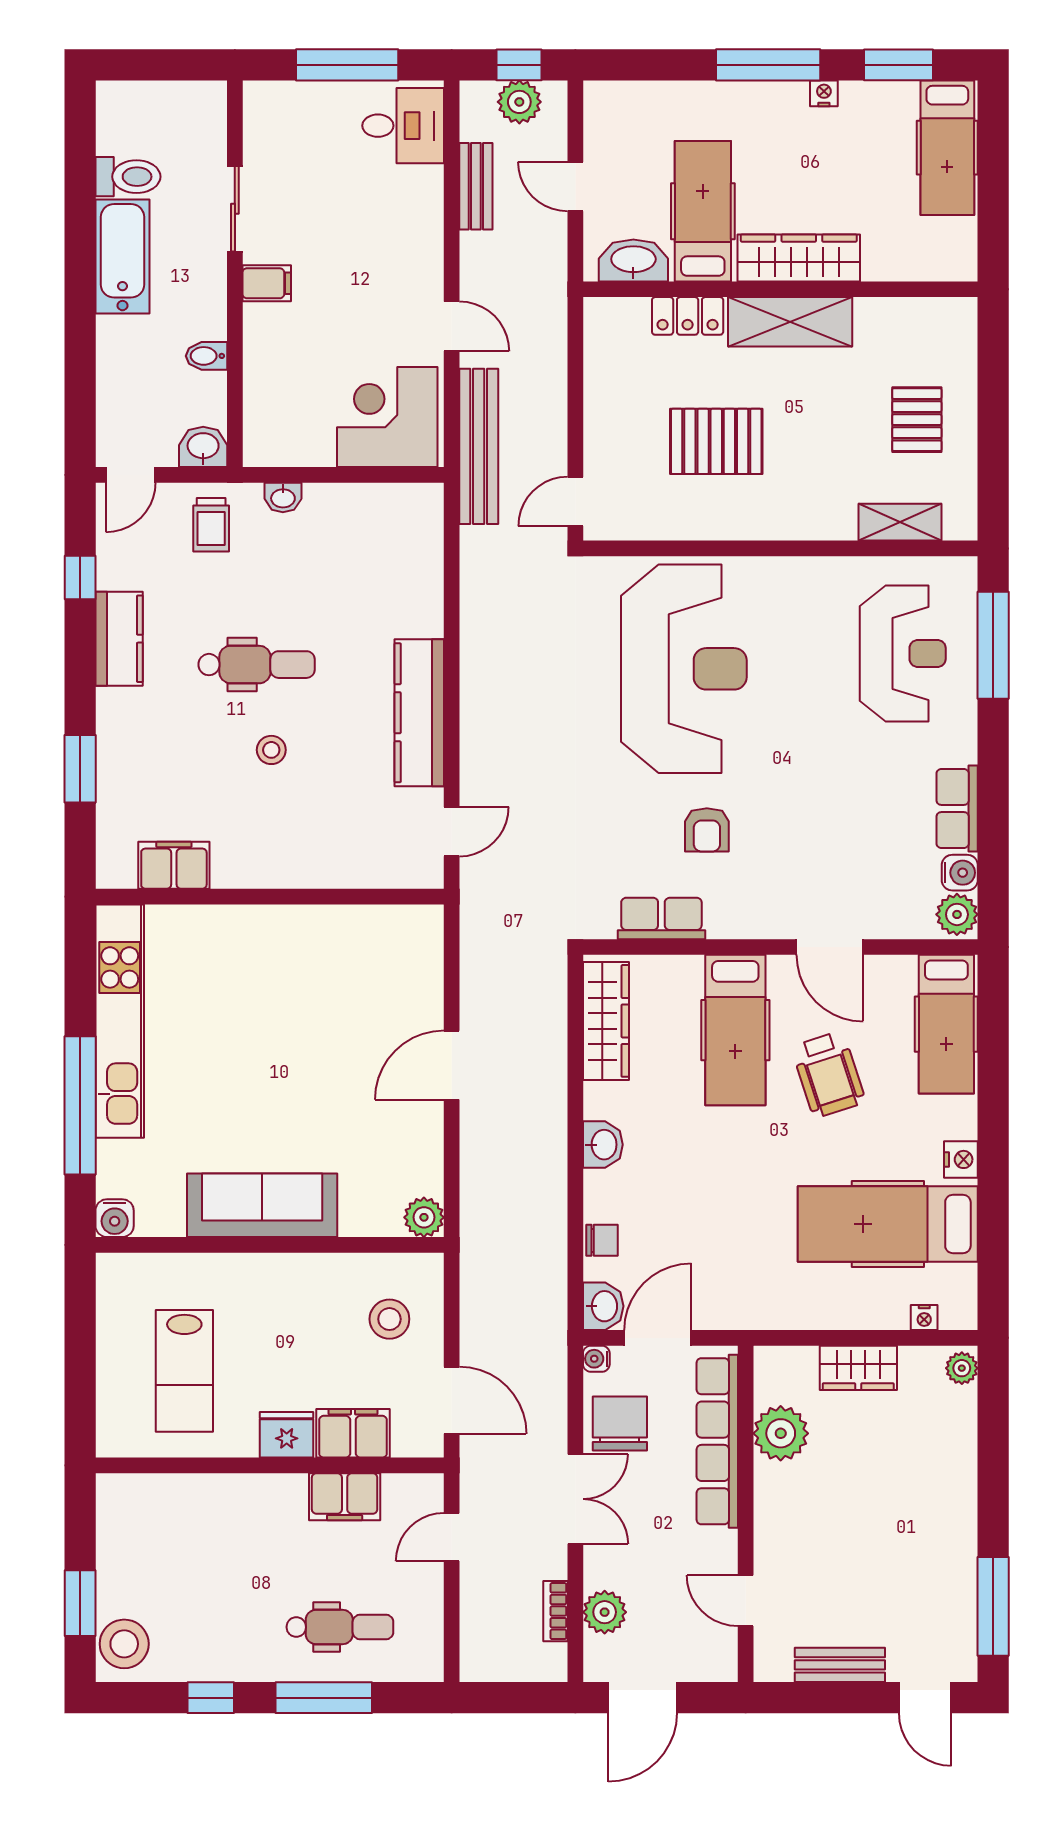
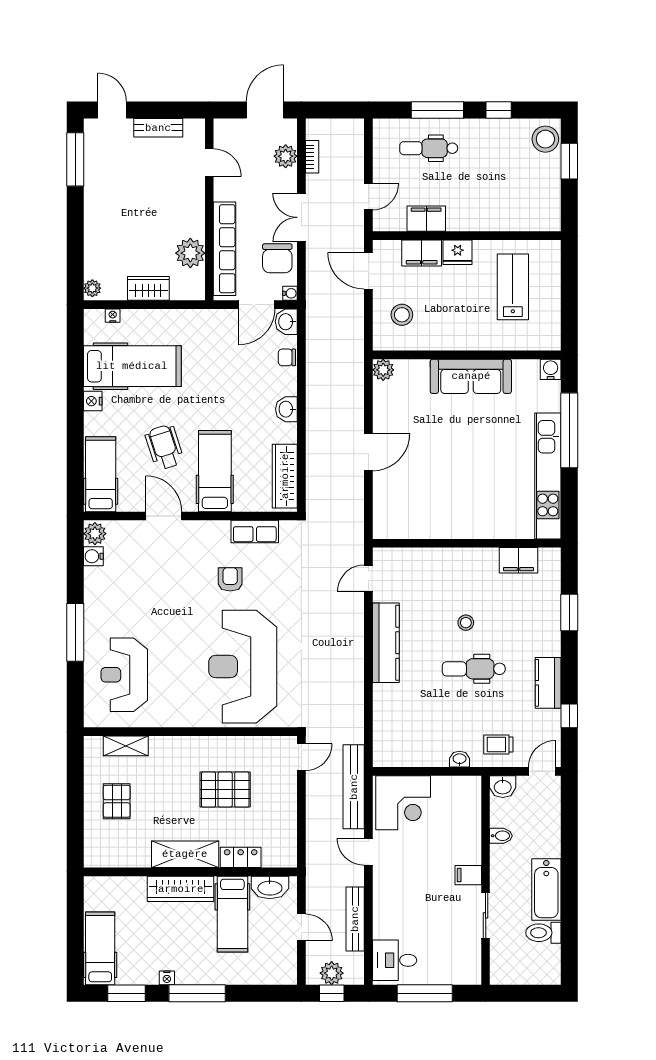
bench: (476, 186) -> (355, 919), width x1.36
trolley: (211, 525) -> (498, 744), turned -90
window: (993, 645) -> (75, 632), moved
row of seats: (957, 808) -> (95, 591), removed

